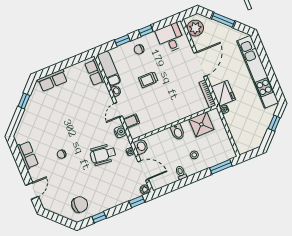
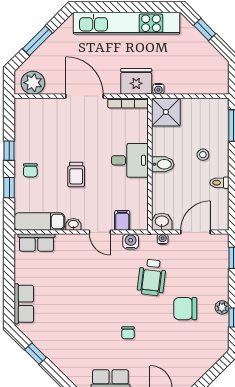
desk: (170, 38) -> (130, 160), moved, turned 180
shower: (201, 124) -> (166, 112), moved
plant: (145, 190) -> (222, 307), moved
chair: (80, 205) -> (185, 309), moved, turned -90

